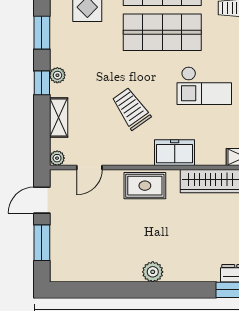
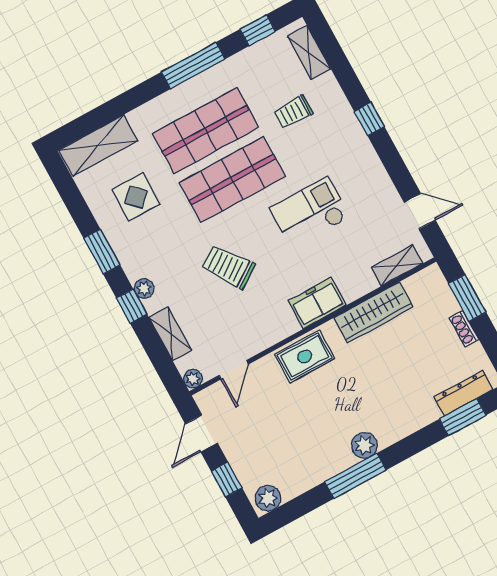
checkout: (204, 86) -> (310, 213), turned 180
trolley: (131, 109) -> (229, 267), moved
window: (42, 243) -> (227, 480), width x0.67
plant: (64, 272) -> (268, 498), added
window: (134, 290) -> (355, 476), added

